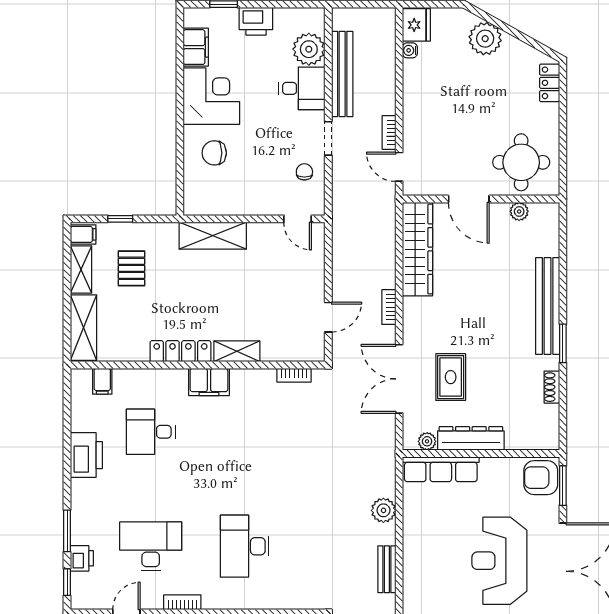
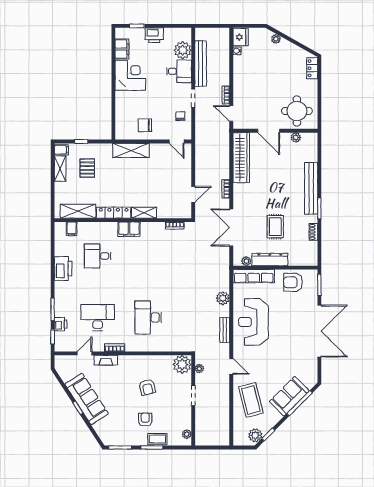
plant: (485, 39) -> (276, 39), width x0.53, depth x0.53
chair: (214, 153) -> (145, 125), moved
shelving: (83, 328) -> (78, 211), moved, turned 90
rug: (451, 377) -> (275, 227), moved
armchair: (541, 478) -> (293, 282), moved
reception desk: (499, 561) -> (253, 322), moved

